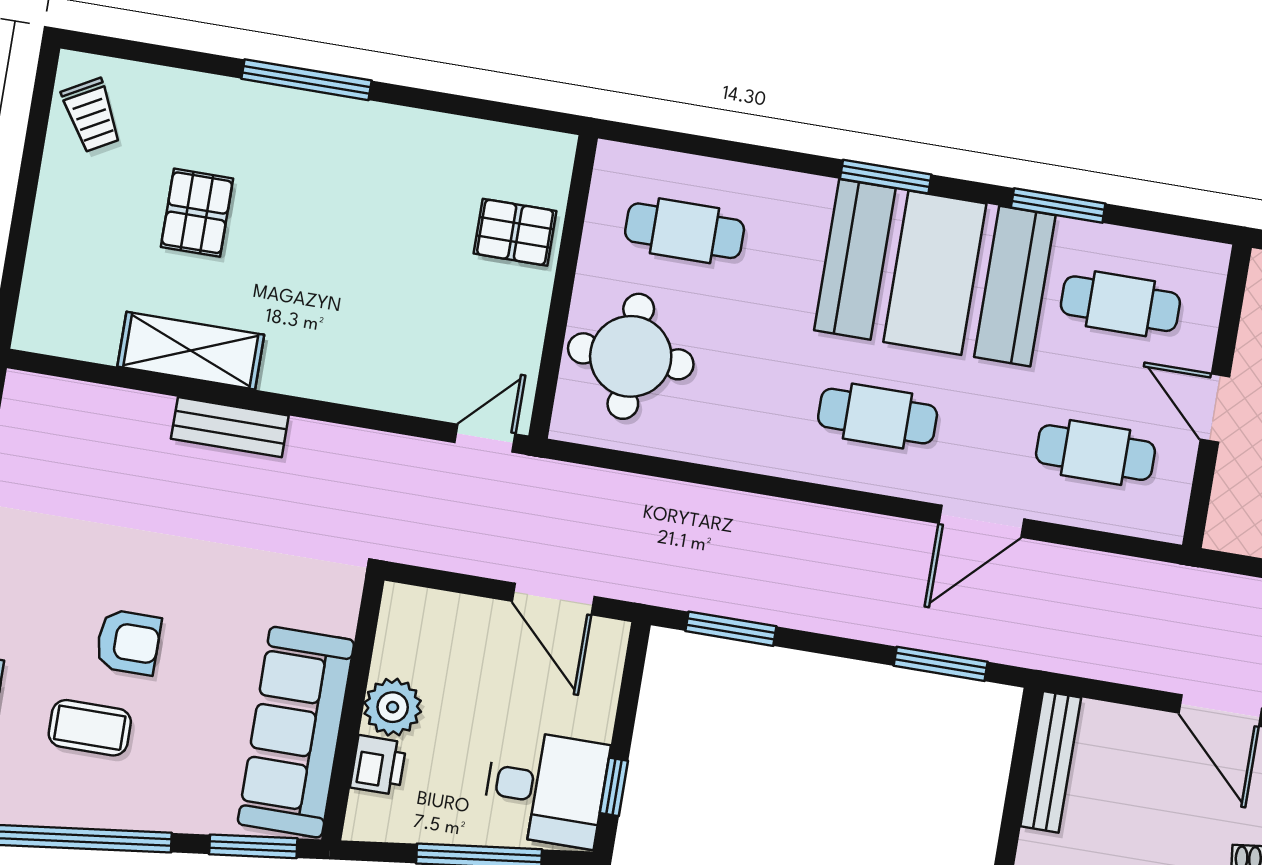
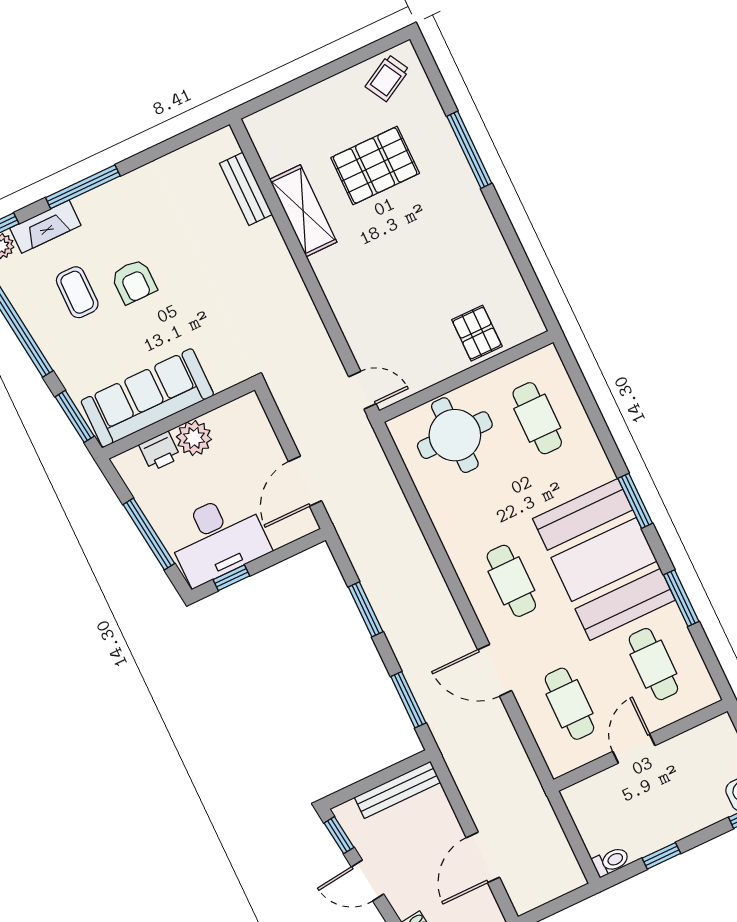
window: (307, 80) -> (469, 150), moved
pallet: (197, 213) -> (375, 165), width x1.50, depth x1.42
bench: (230, 427) -> (246, 189), moved
window: (731, 629) -> (366, 609), moved
desk: (545, 788) -> (218, 538), width x1.37

